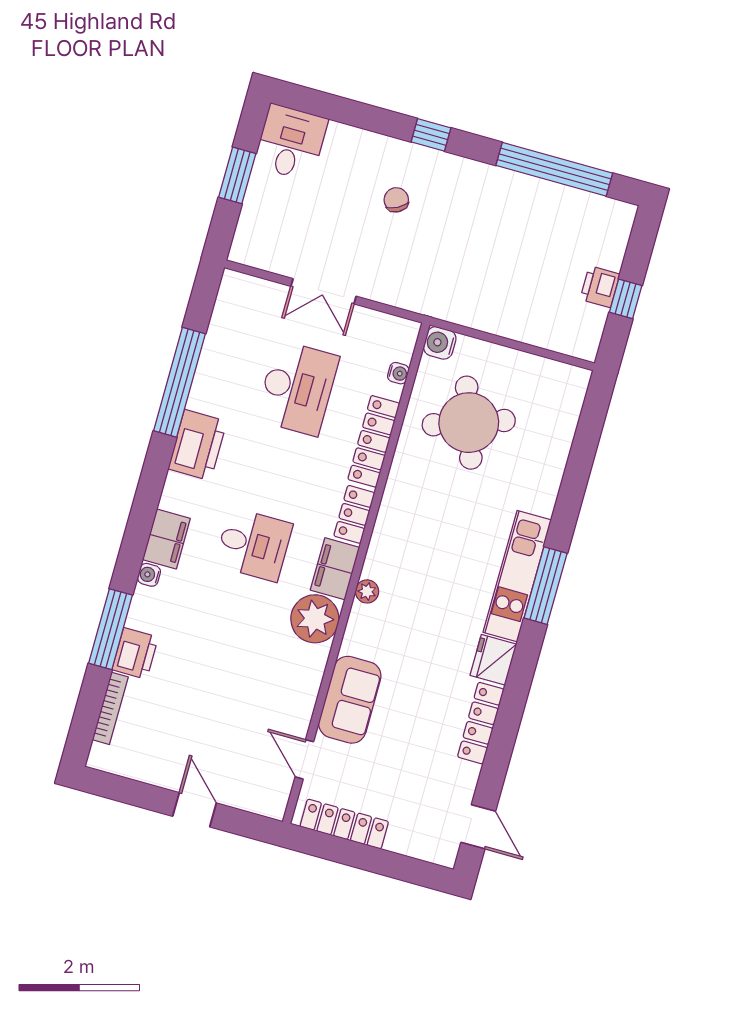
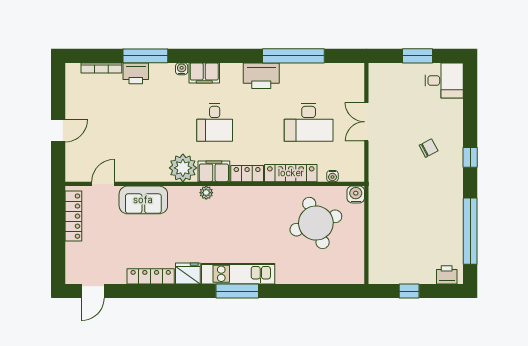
printer: (600, 287) -> (447, 275), moved

